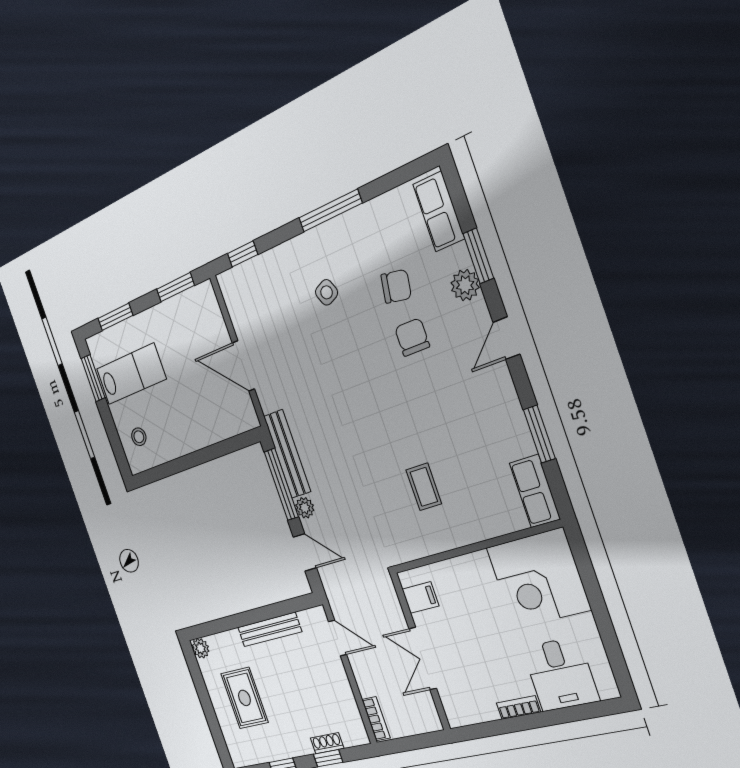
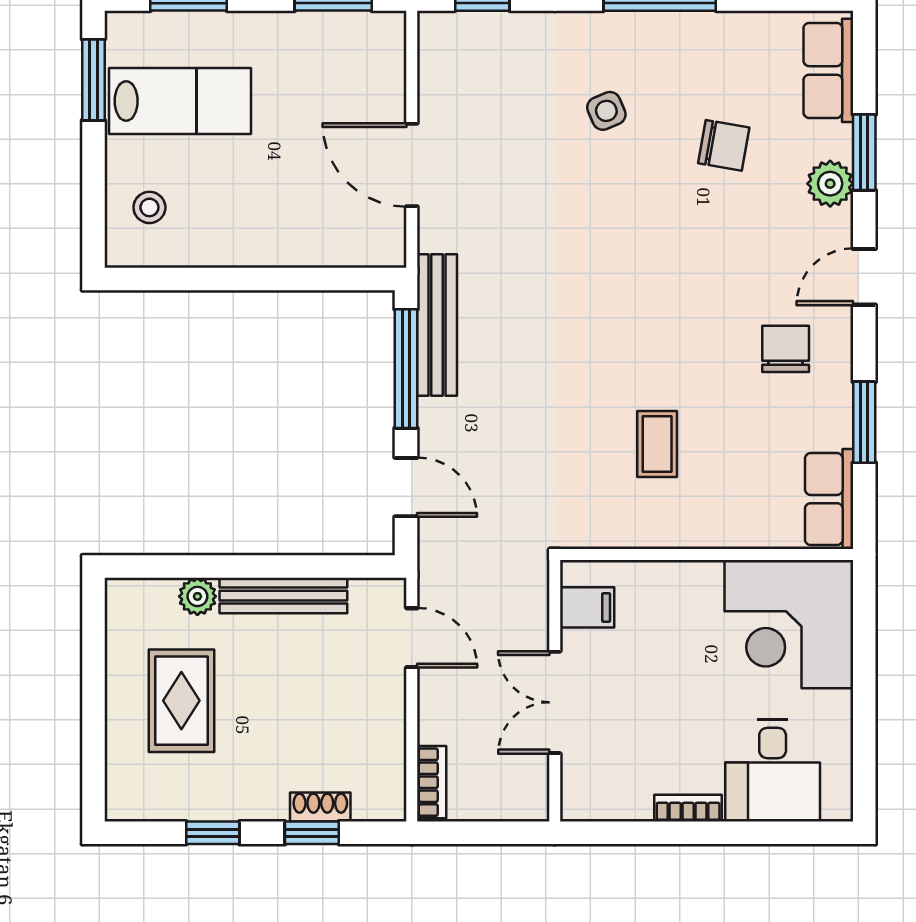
chair: (412, 337) -> (786, 349), moved
plant: (305, 508) -> (435, 417), removed
plant: (201, 648) -> (197, 596), moved

